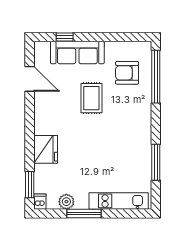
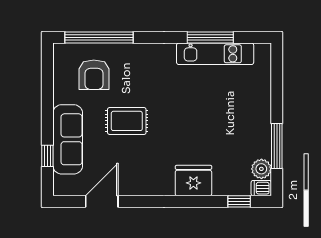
window: (30, 185) -> (239, 201), width x0.67
kitchen unit: (119, 201) -> (215, 54), moved, turned -90
plant: (66, 202) -> (261, 169), moved
window: (84, 214) -> (277, 146), moved

